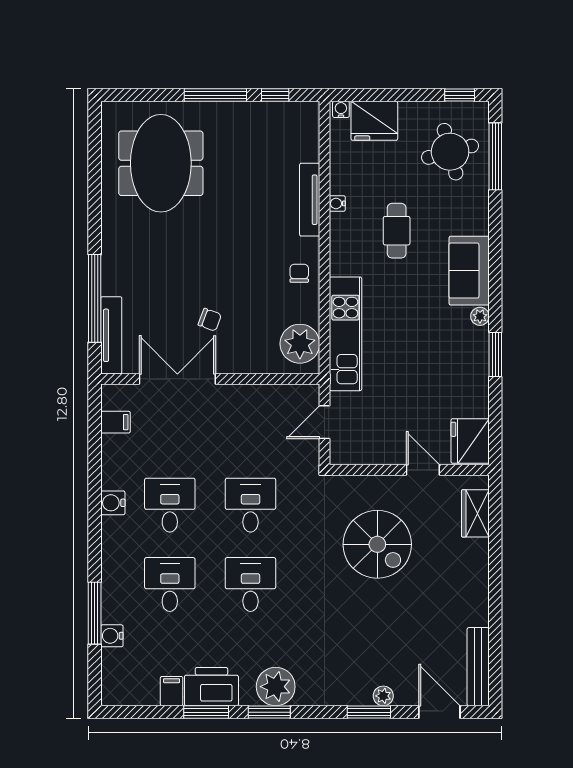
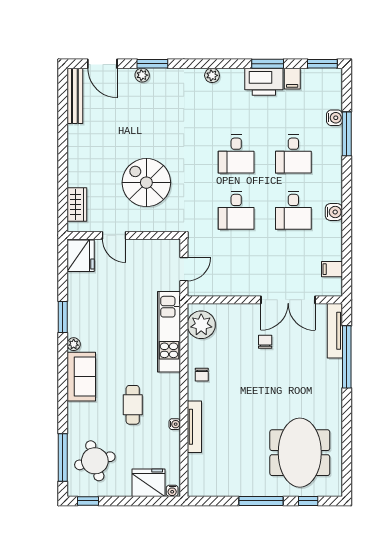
window: (275, 95) -> (308, 501), moved
chair: (210, 320) -> (265, 342), turned 70
plant: (276, 687) -> (212, 75), width x0.53, depth x0.53
window: (269, 712) -> (322, 64), moved

